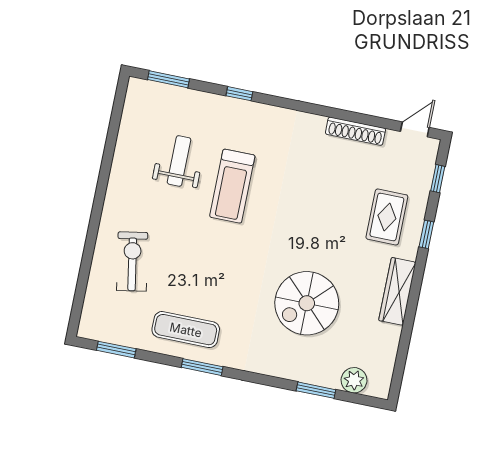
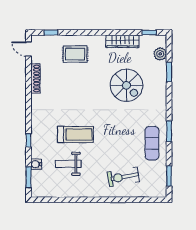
water cooler: (191, 99) -> (36, 164), added
window: (426, 234) -> (149, 33), moved
wardrobe: (397, 291) -> (123, 41), moved

